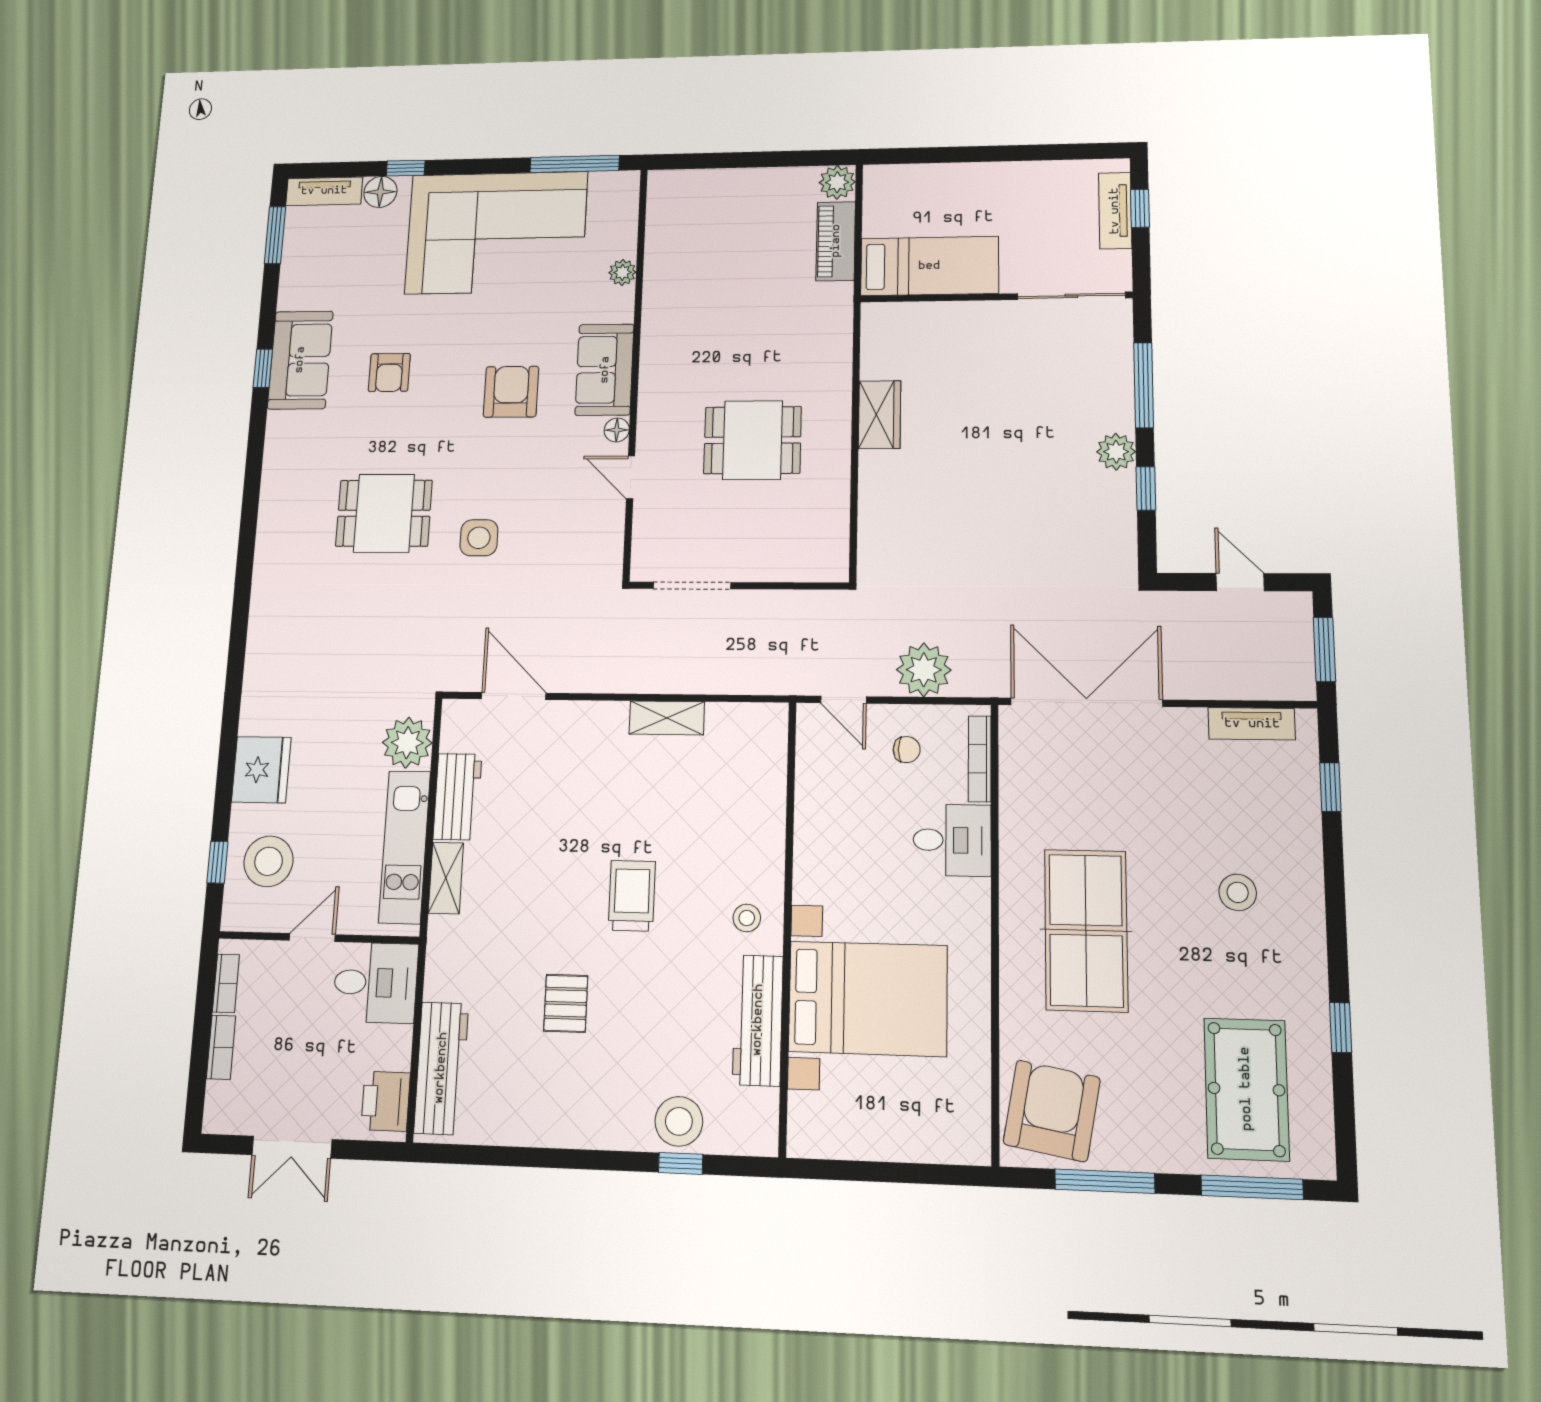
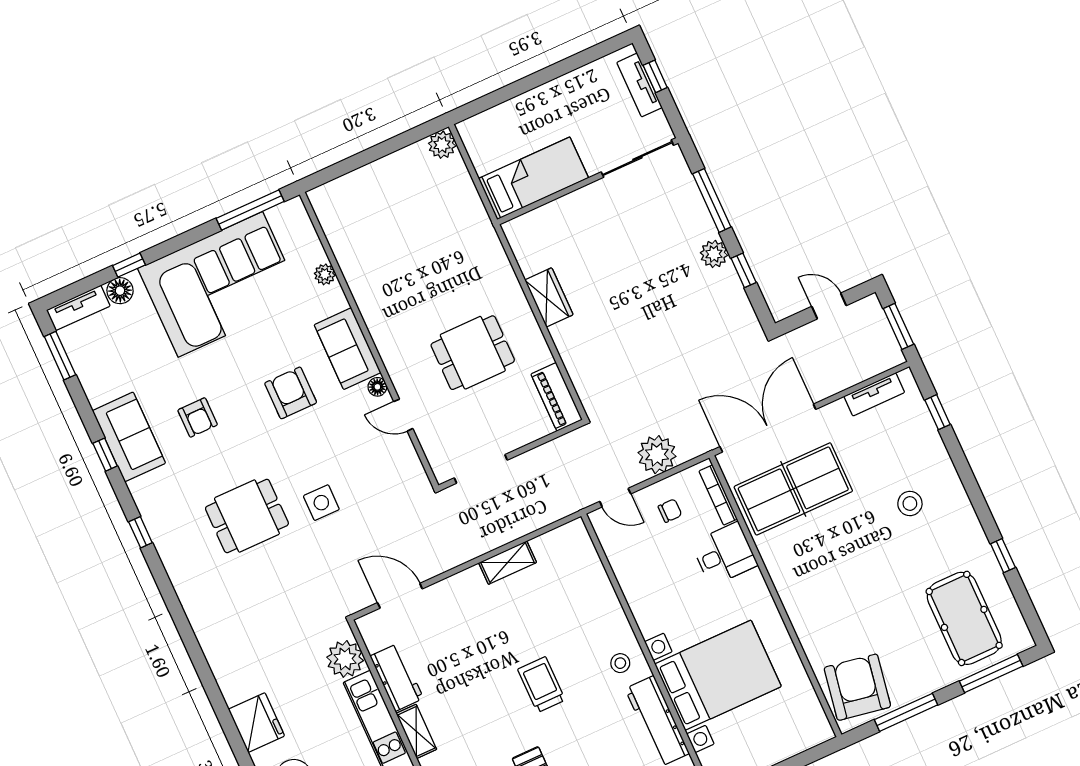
piano: (836, 241) -> (557, 397), moved
window: (253, 476) -> (140, 532), added
table tennis table: (1086, 930) -> (793, 489), moved, turned 90

